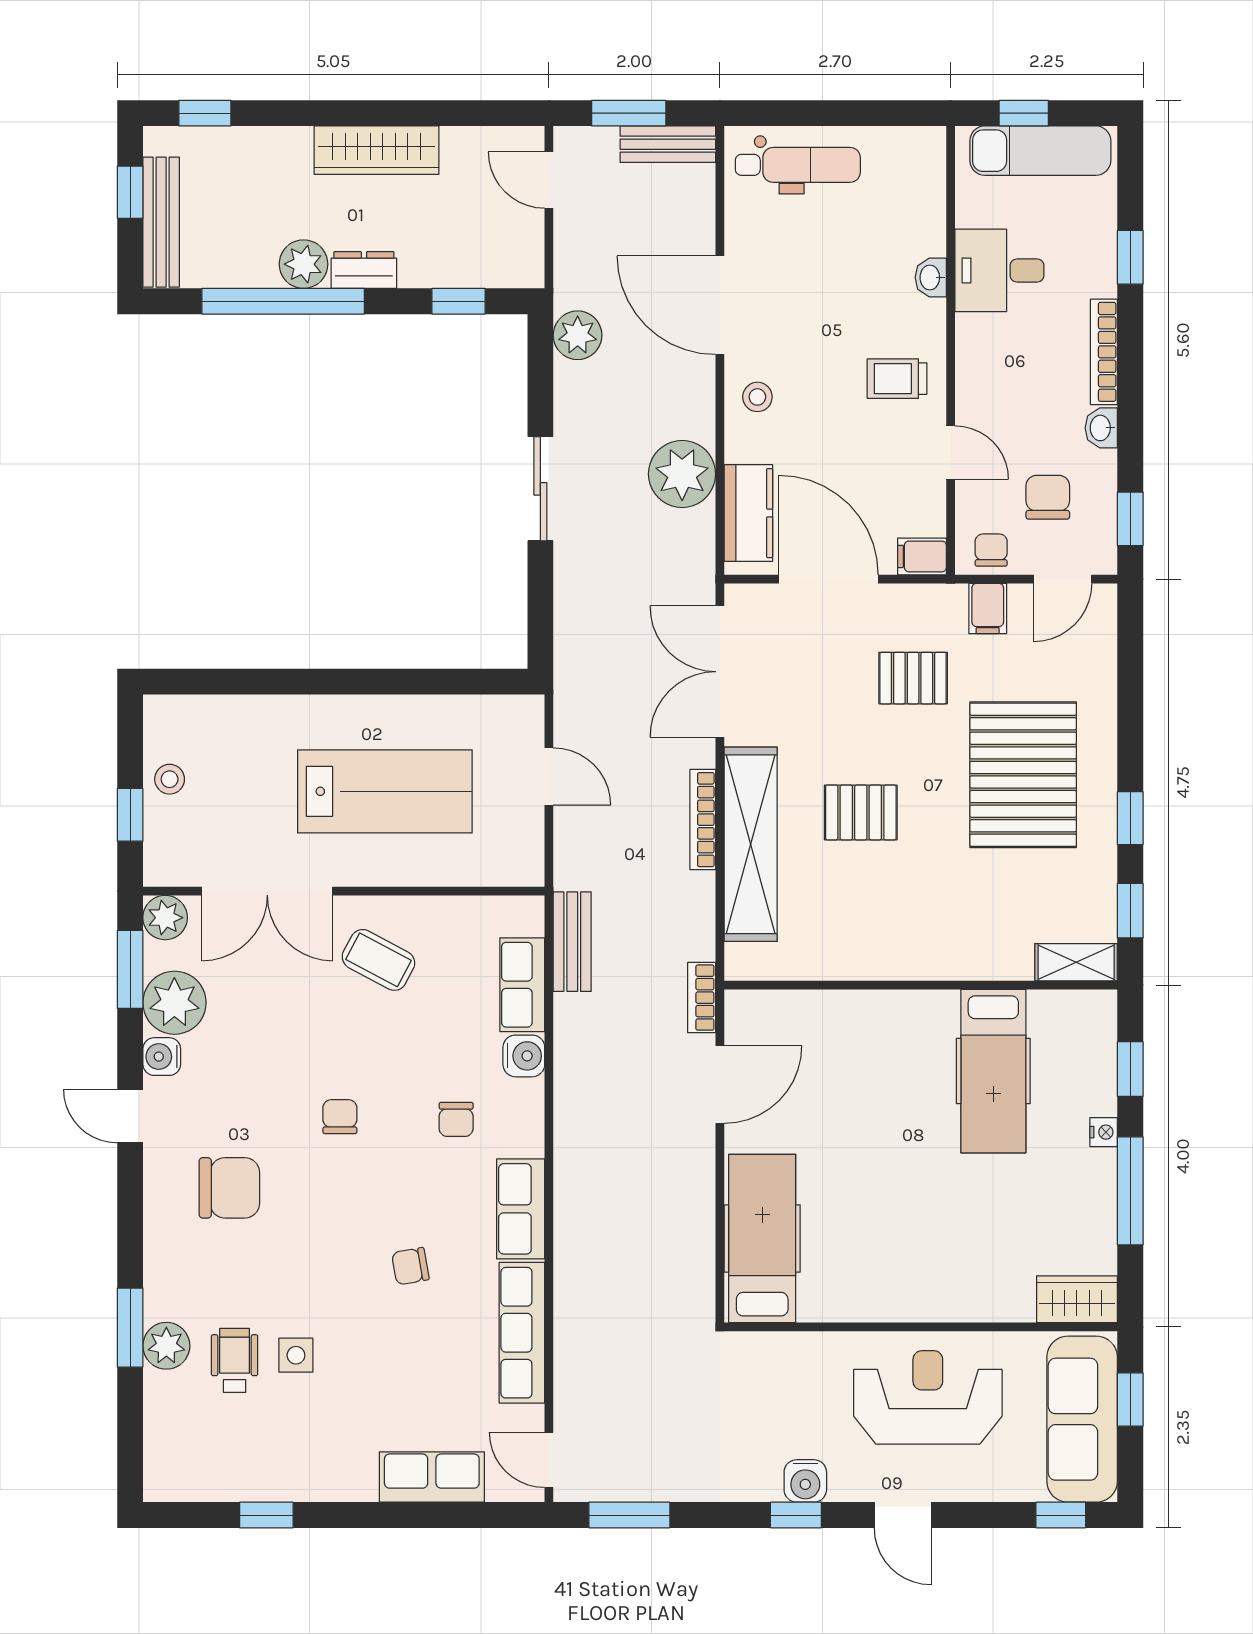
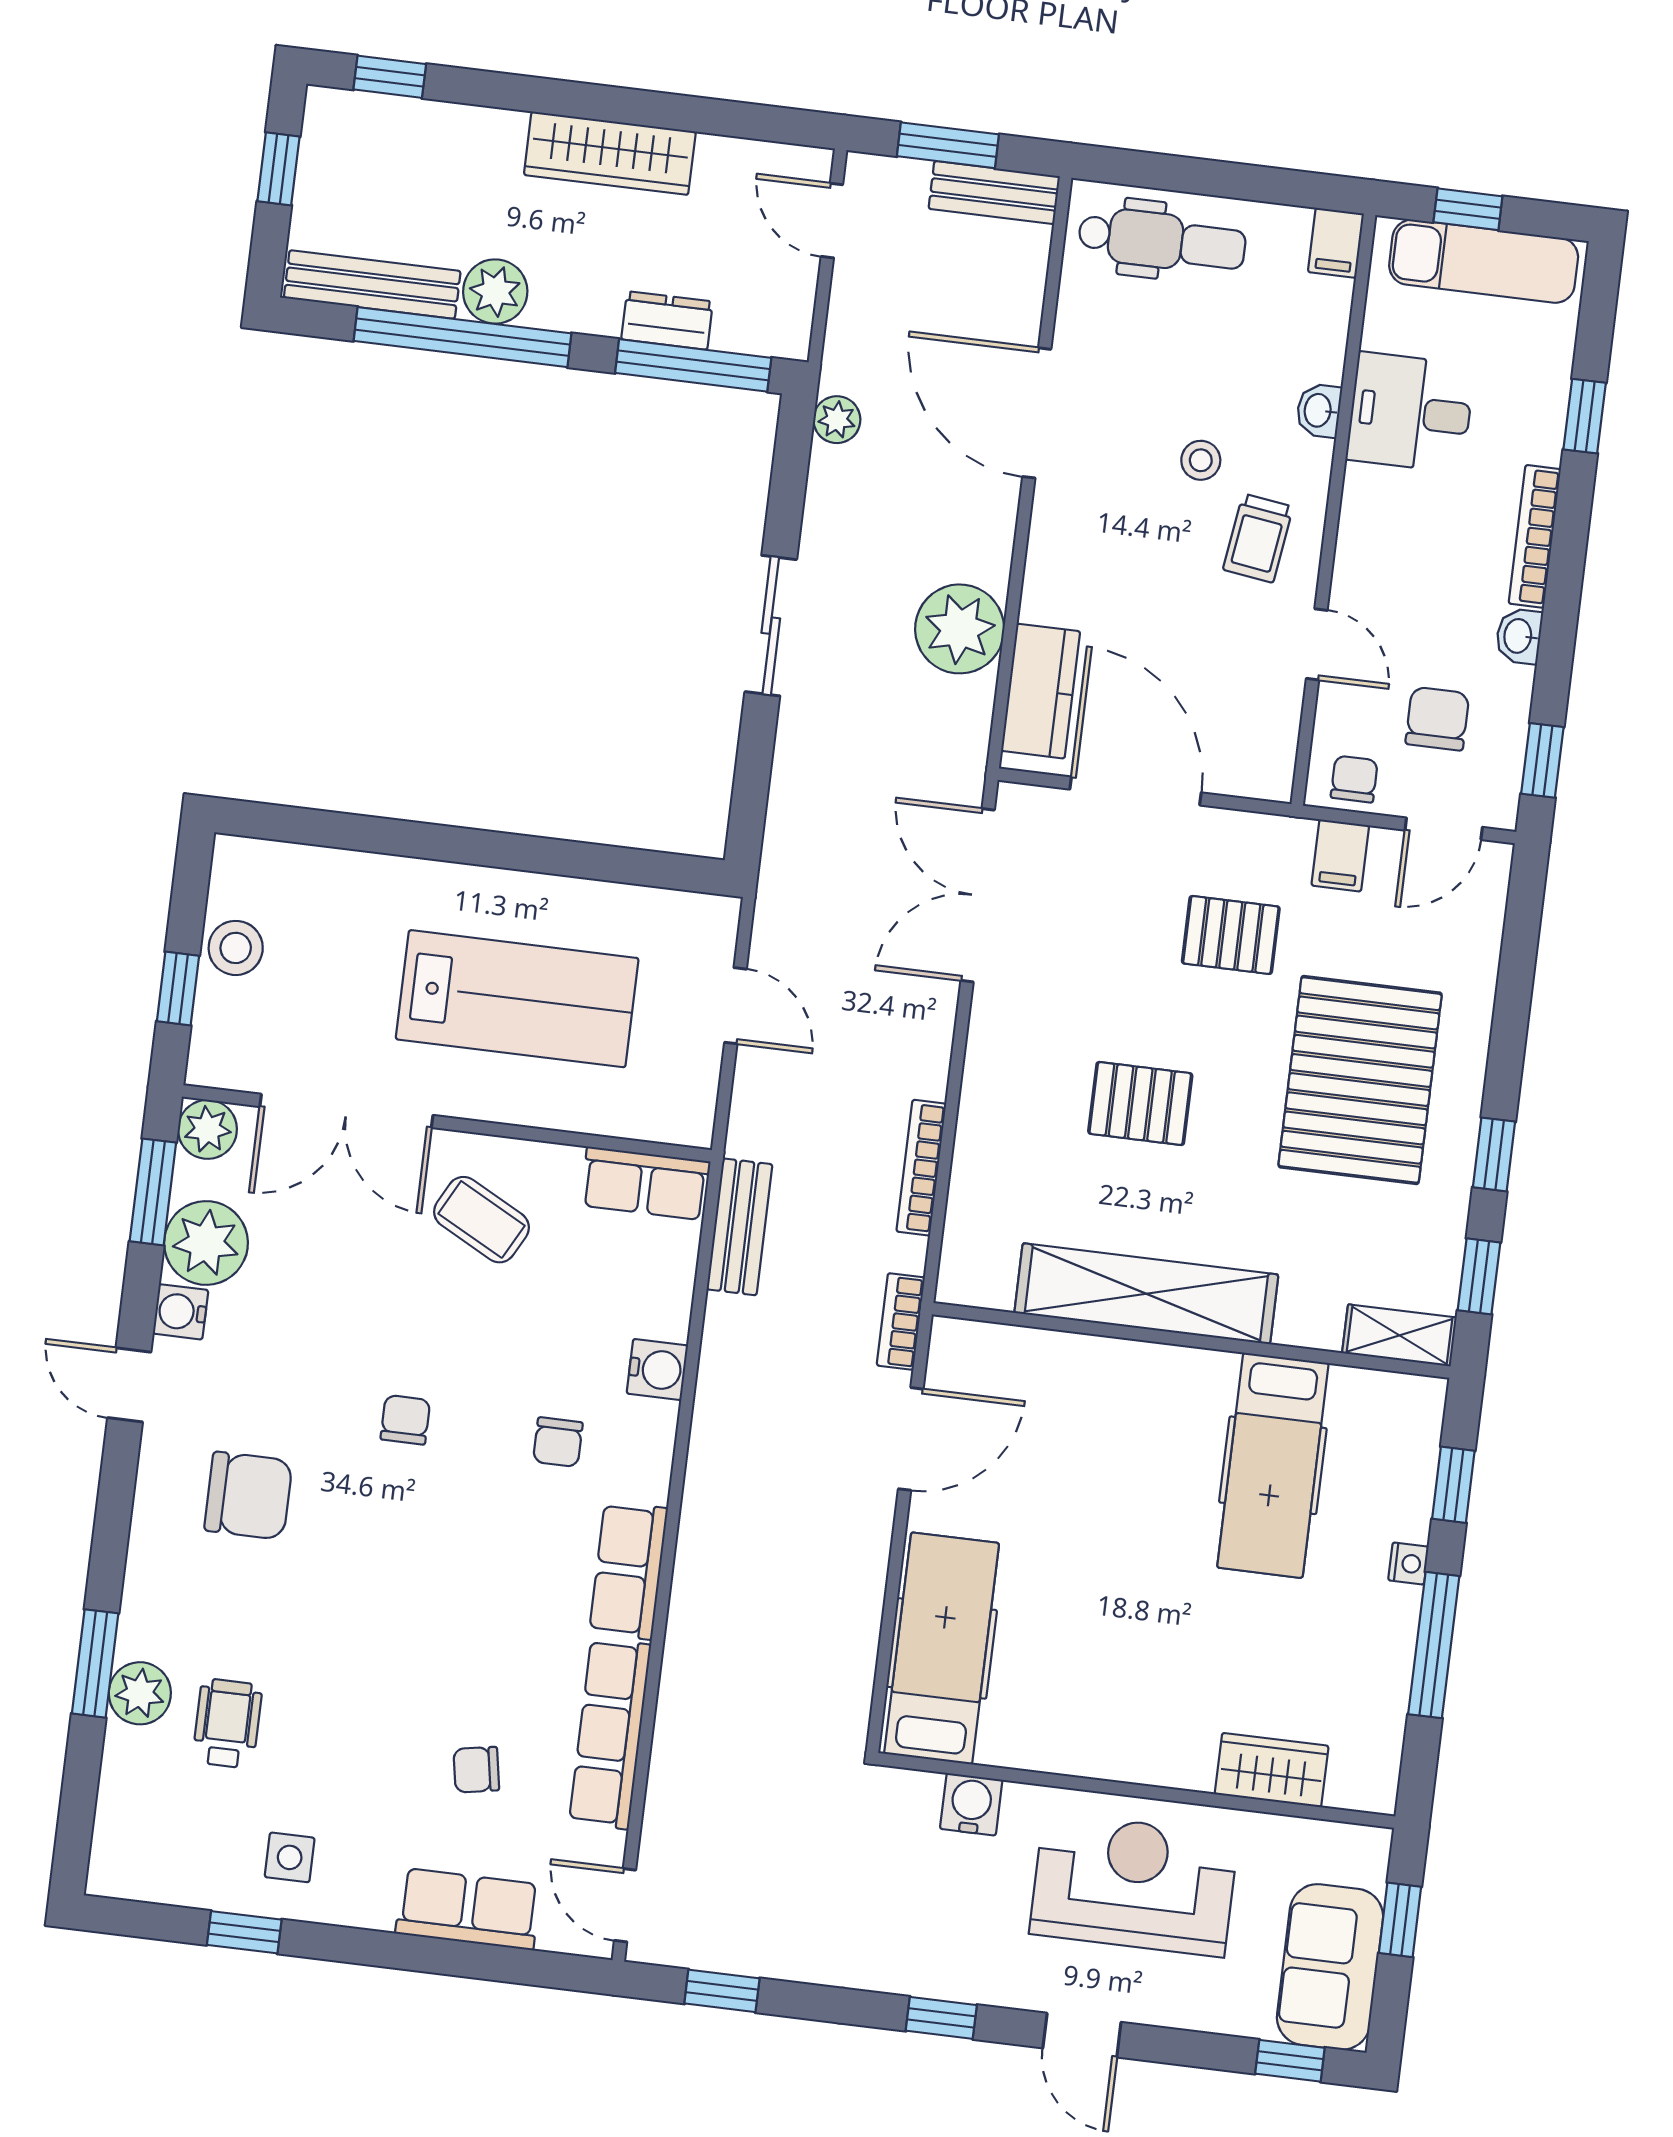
bench: (161, 222) -> (372, 285), moved, turned 90
dresser: (364, 270) -> (667, 320), moved
window: (458, 301) -> (693, 365), width x2.17
plant: (578, 335) -> (837, 420), width x0.73, depth x0.73
trolley: (897, 379) -> (1258, 538), turned -82
stool: (757, 397) -> (1201, 460), moved
filing cabinet: (922, 556) -> (1336, 243), moved, turned -90
stool: (170, 779) -> (236, 948), width x1.37, depth x1.37
bookcase: (703, 820) -> (921, 1168), moved
shelving: (751, 844) -> (1146, 1294), moved, turned 90
row of seats: (522, 985) -> (645, 1183), moved, turned -90
chair: (410, 1266) -> (476, 1770), moved
wardrobe: (1077, 1299) -> (1272, 1770), moved
side table: (296, 1355) -> (290, 1857), moved
sofa: (1082, 1419) -> (1330, 1967), width x0.73
water cooler: (805, 1481) -> (971, 1804), moved, turned 180
window: (629, 1515) -> (722, 1991), width x0.67

